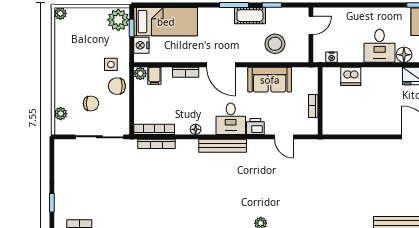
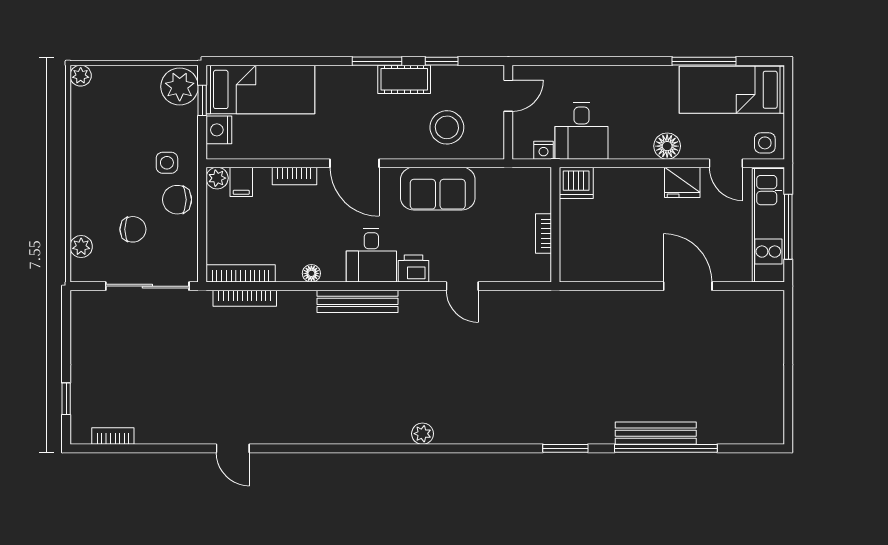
desk: (380, 46) -> (582, 131), moved
wall: (320, 101) -> (555, 225), moved
bookcase: (313, 106) -> (544, 233), moved

